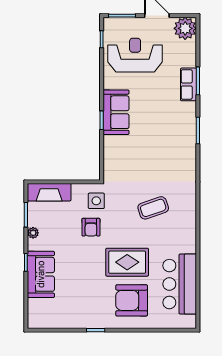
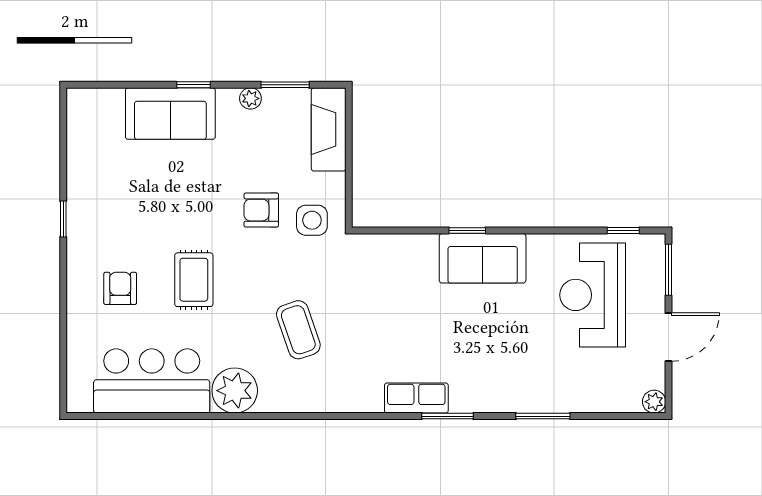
plant: (185, 28) -> (654, 402), width x0.53, depth x0.53
reception desk: (135, 55) -> (593, 295), turned 180
row of seats: (189, 84) -> (416, 398), moved
plant: (185, 241) -> (235, 391), added
rug: (127, 262) -> (194, 280), width x0.73, depth x0.70
armchair: (132, 300) -> (120, 288), width x0.53, depth x0.53

